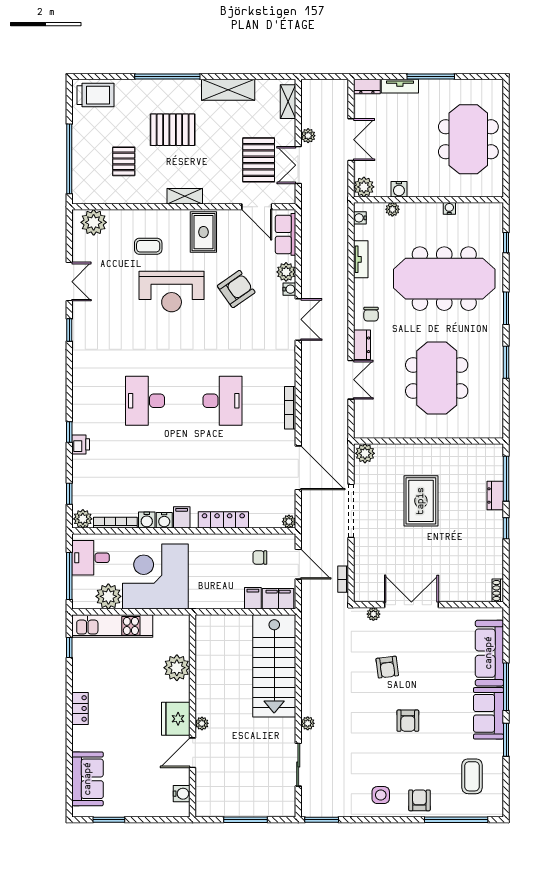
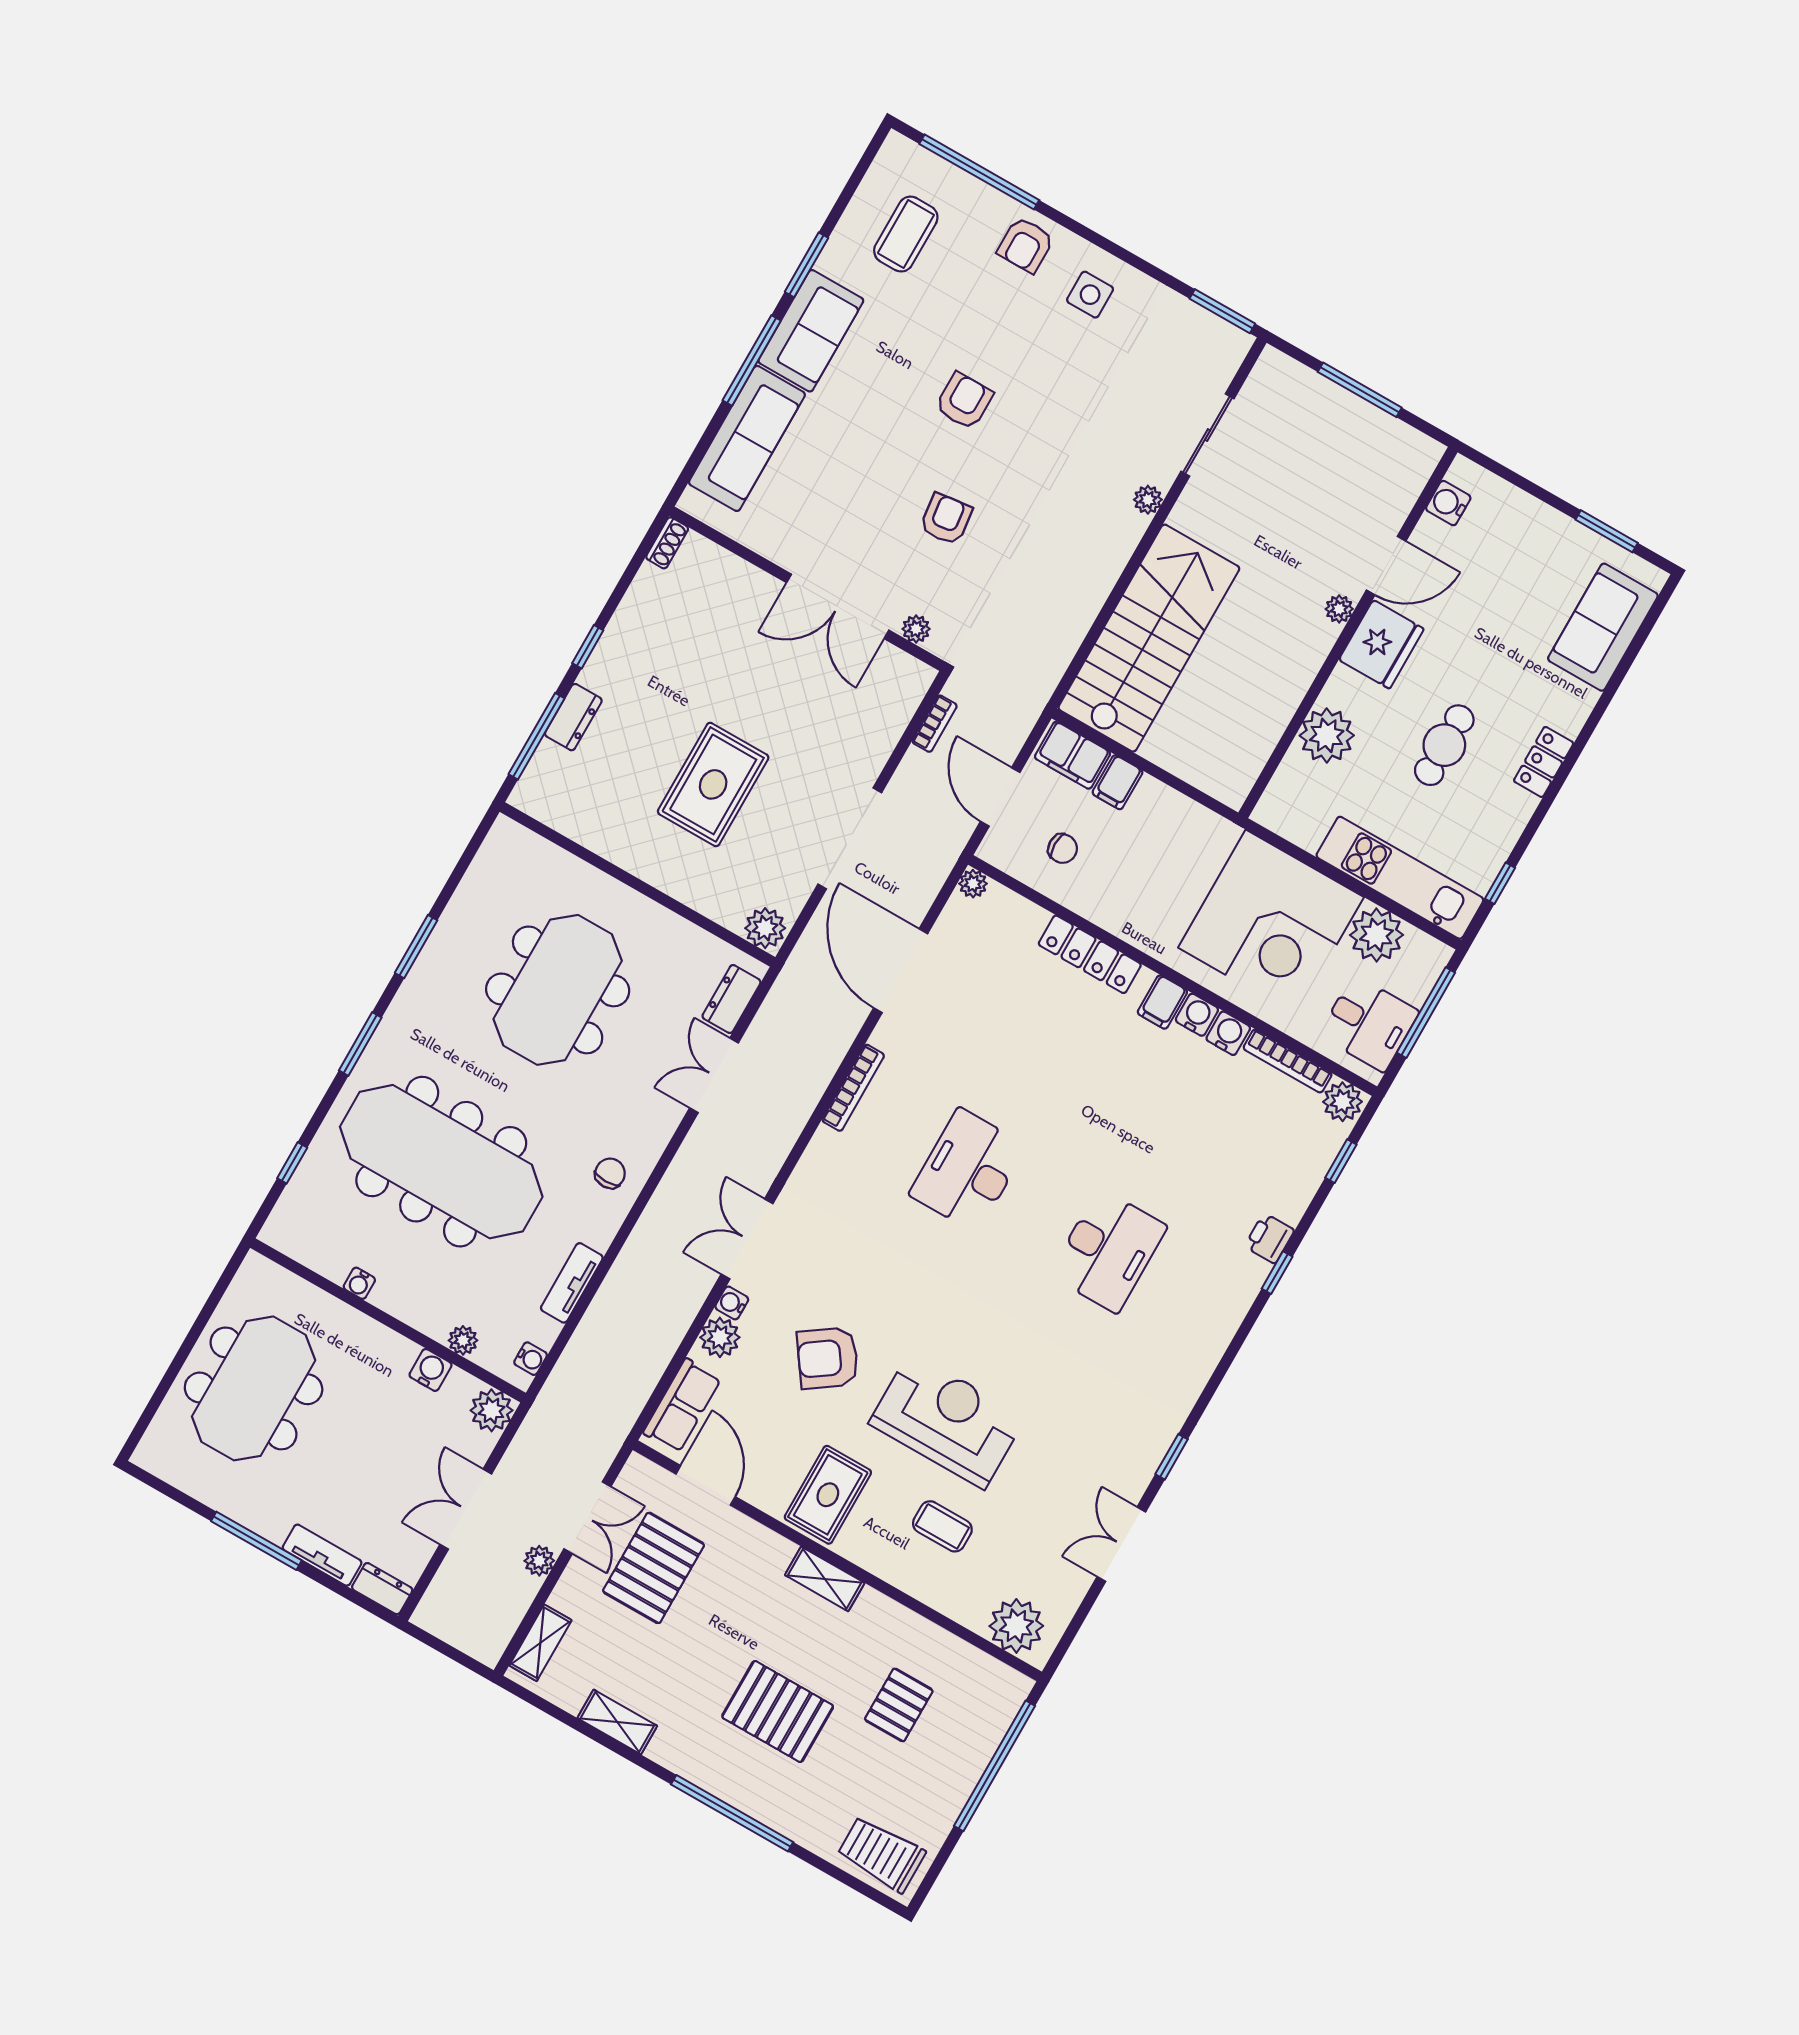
shelving: (228, 90) -> (617, 1722), width x0.67, depth x0.75
dresser: (362, 345) -> (731, 999), moved
cafe table: (125, 692) -> (1444, 745), added

